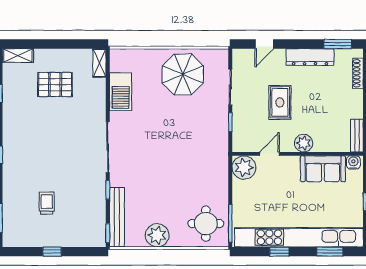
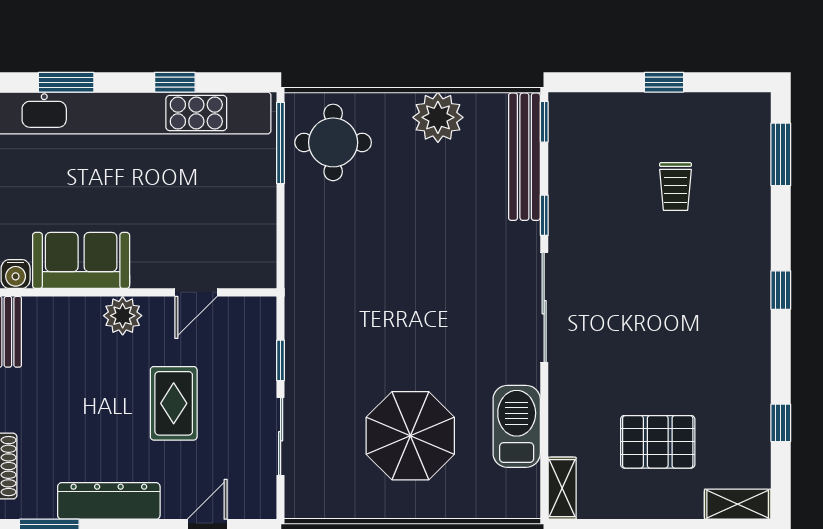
parasol: (183, 74) -> (410, 436), moved
plant: (244, 168) -> (251, 263), removed

